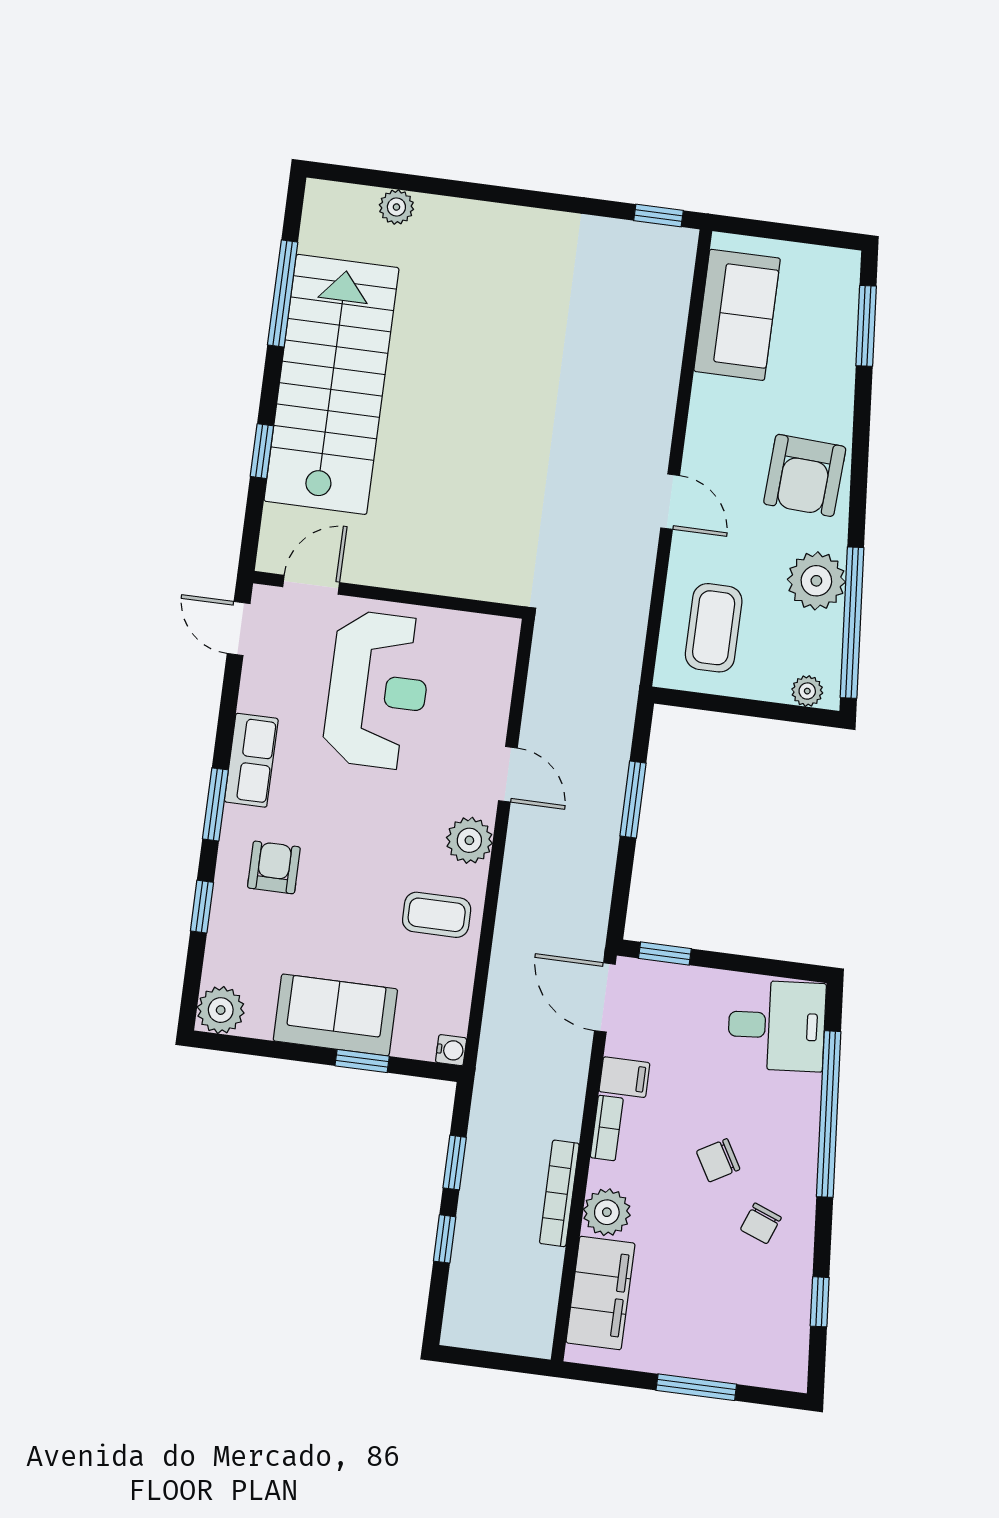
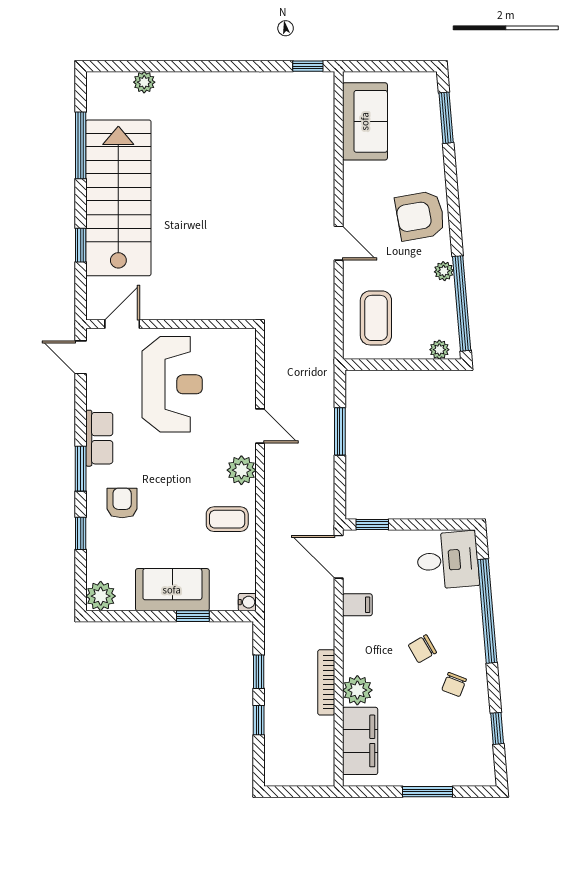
armchair: (805, 475) -> (420, 216), turned 77
plant: (816, 581) -> (444, 271), width x0.53, depth x0.53
bookcase: (607, 1128) -> (350, 638), removed

